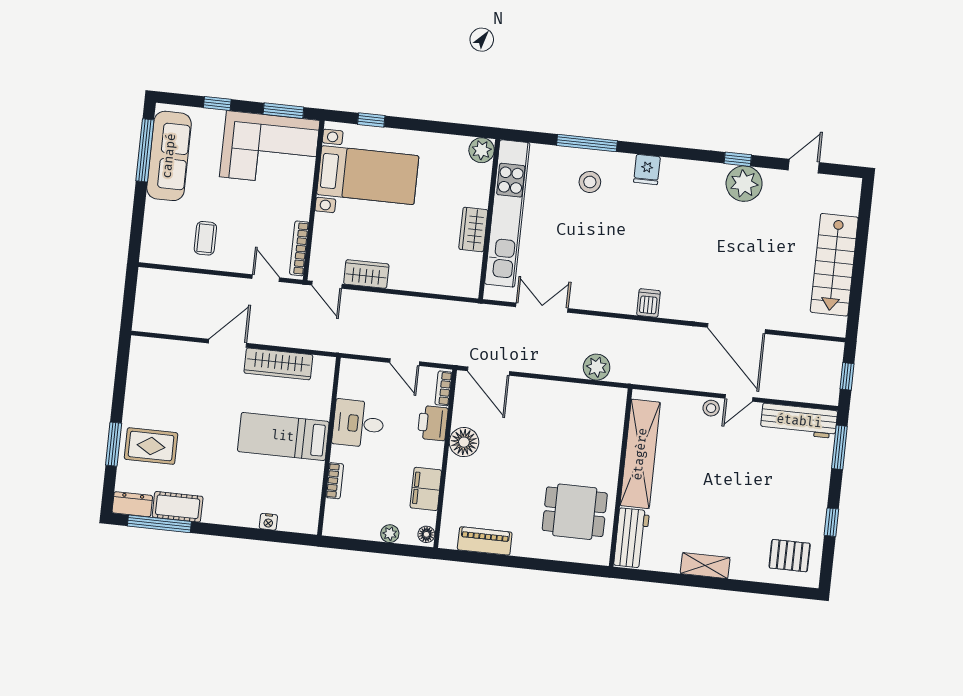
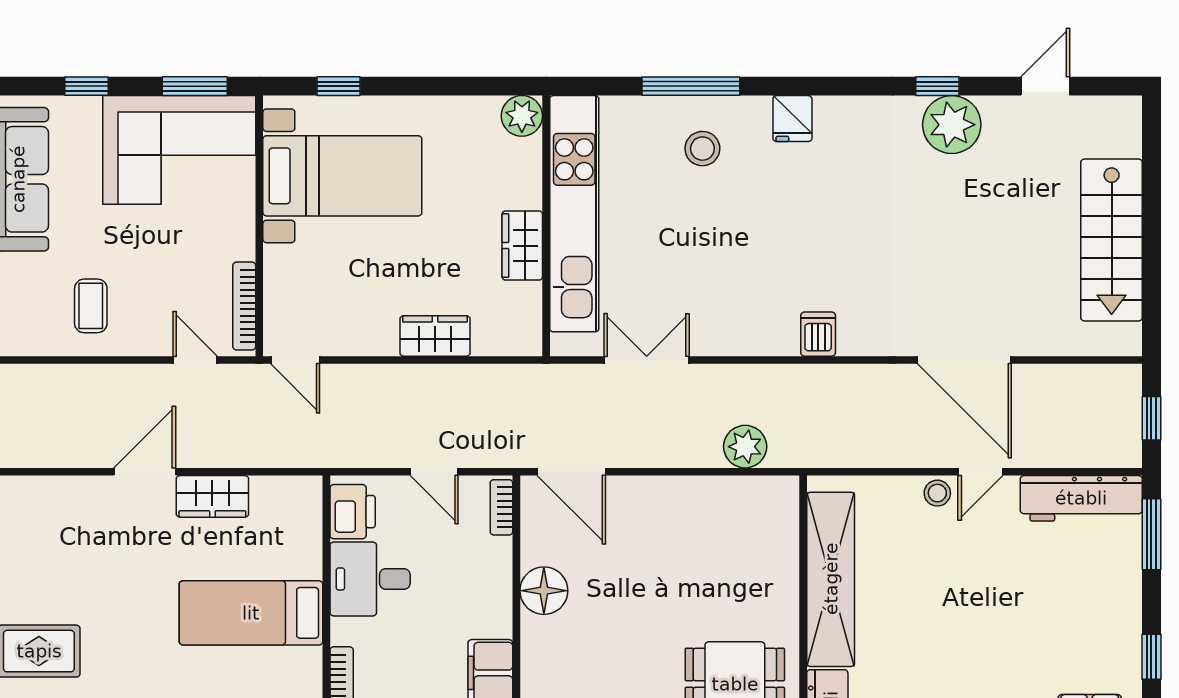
wardrobe: (366, 274) -> (435, 336), moved
wardrobe: (278, 364) -> (212, 496), width x0.67
printer: (433, 423) -> (353, 512), moved, turned 180

